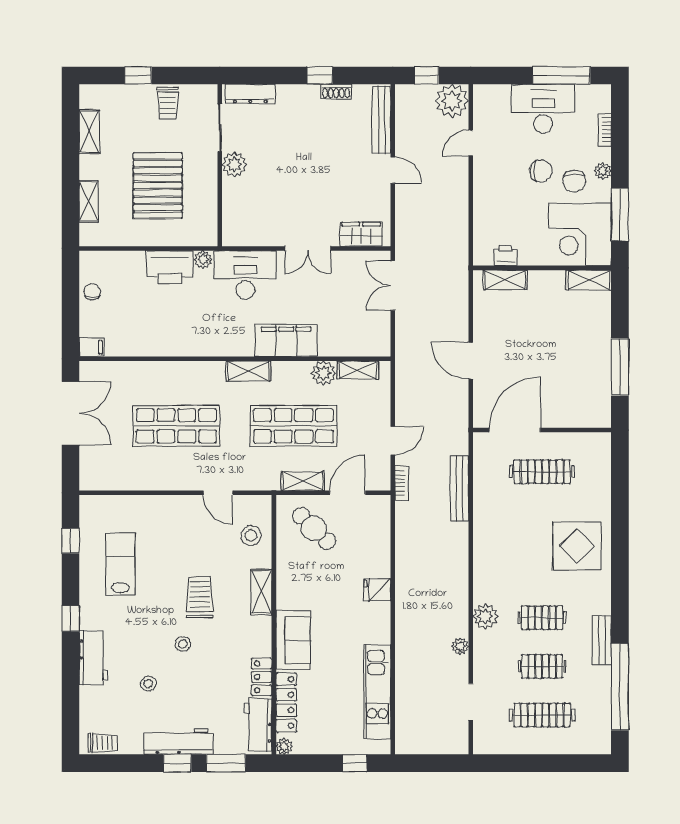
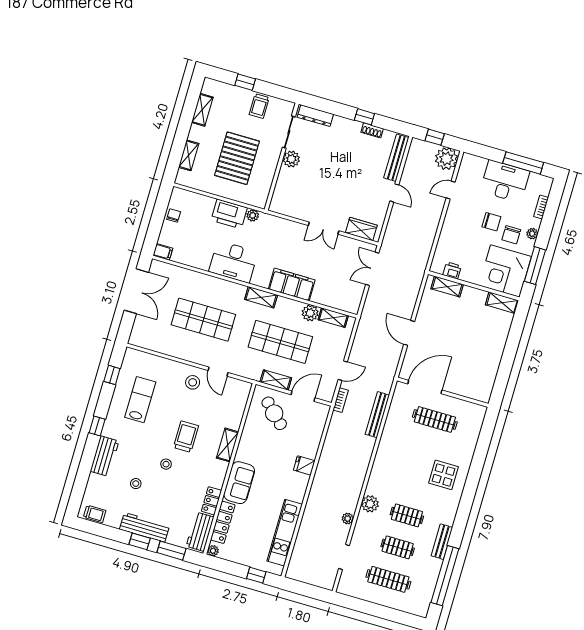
desk: (245, 275) -> (233, 262), moved, turned 180
window: (620, 367) -> (506, 366), removed
stool: (251, 535) -> (193, 382), moved
display table: (577, 546) -> (443, 475), width x0.73, depth x0.73

